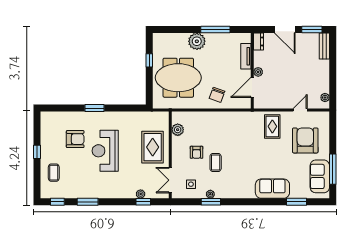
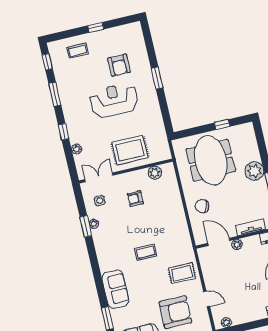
coffee table: (216, 162) -> (145, 252), moved
window: (143, 202) -> (64, 132), moved

